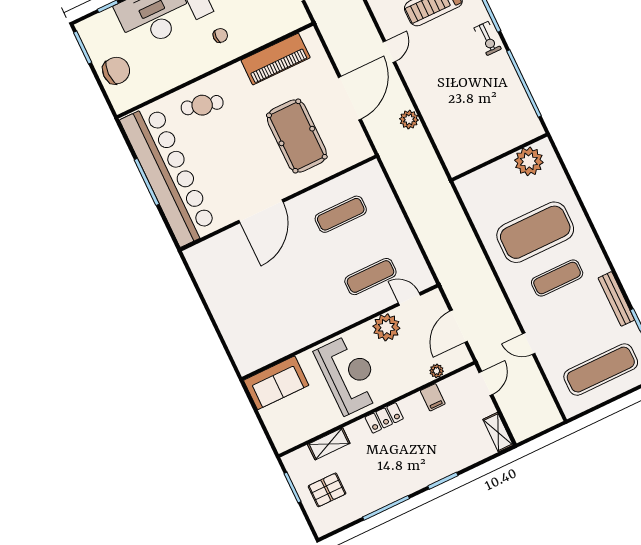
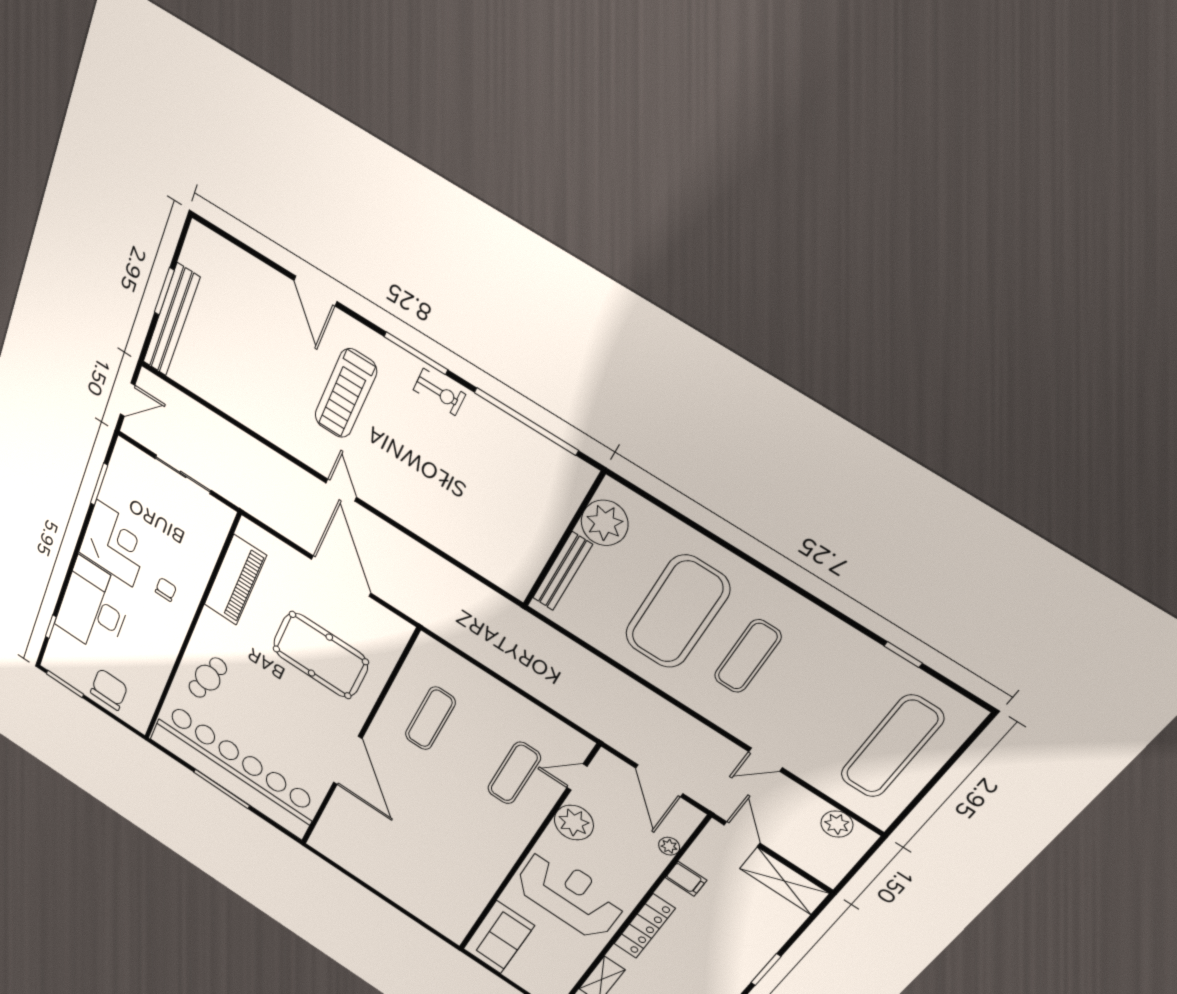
plant: (409, 119) -> (837, 824), moved
bench: (616, 299) -> (562, 571), moved, turned 90
locker: (384, 418) -> (644, 926), width x1.53
shelving: (498, 432) -> (784, 881), width x1.50, depth x1.33

